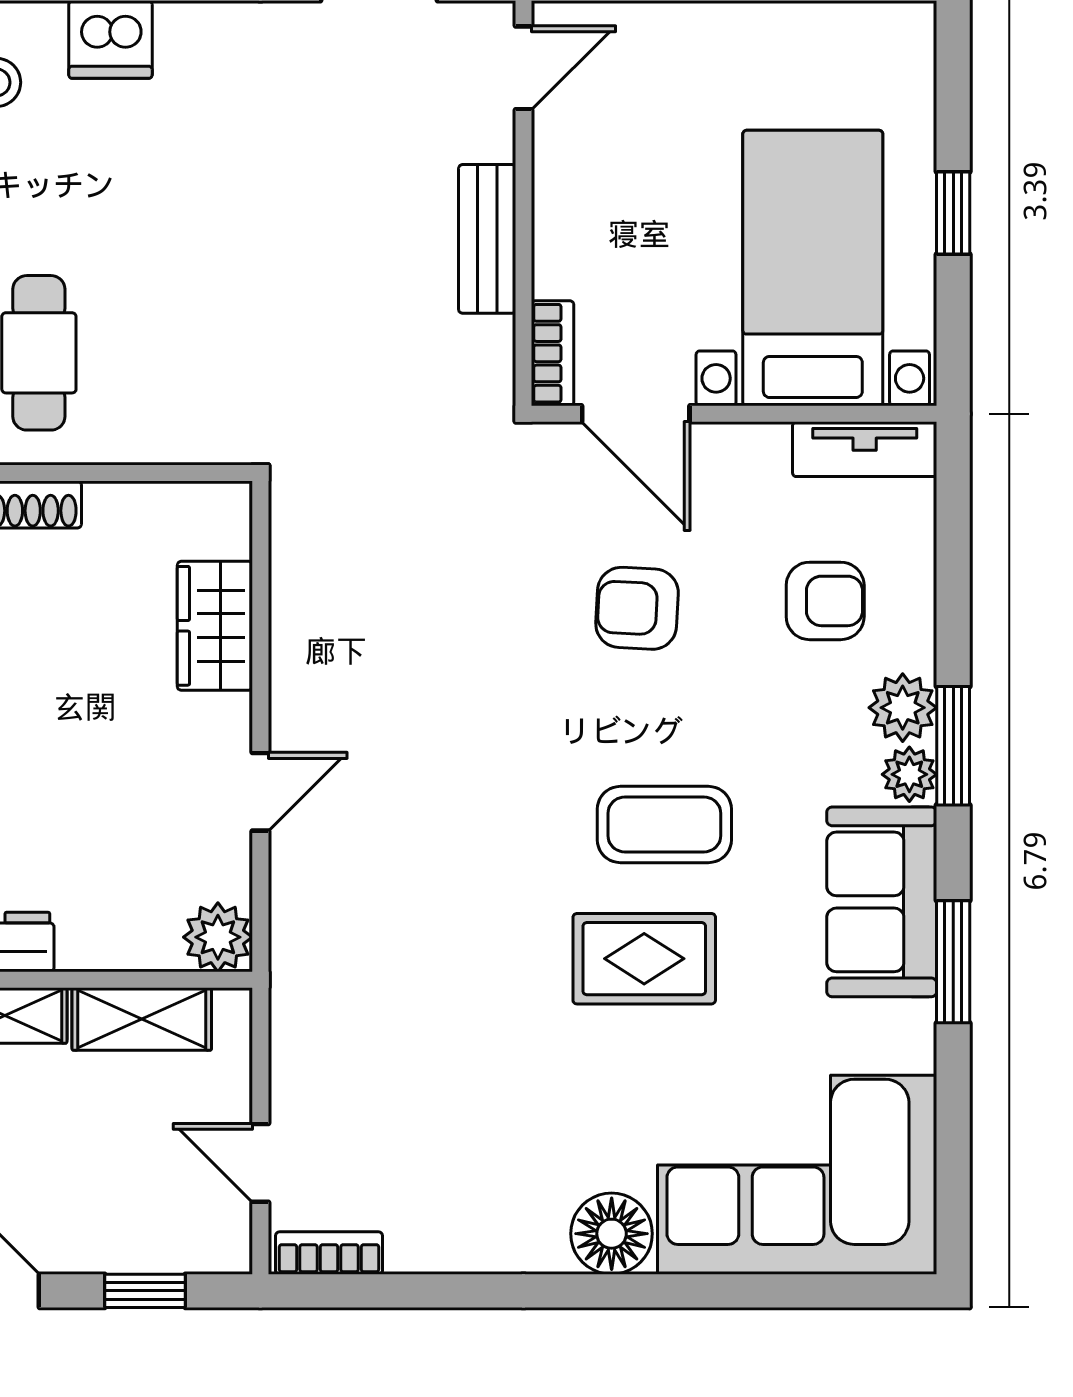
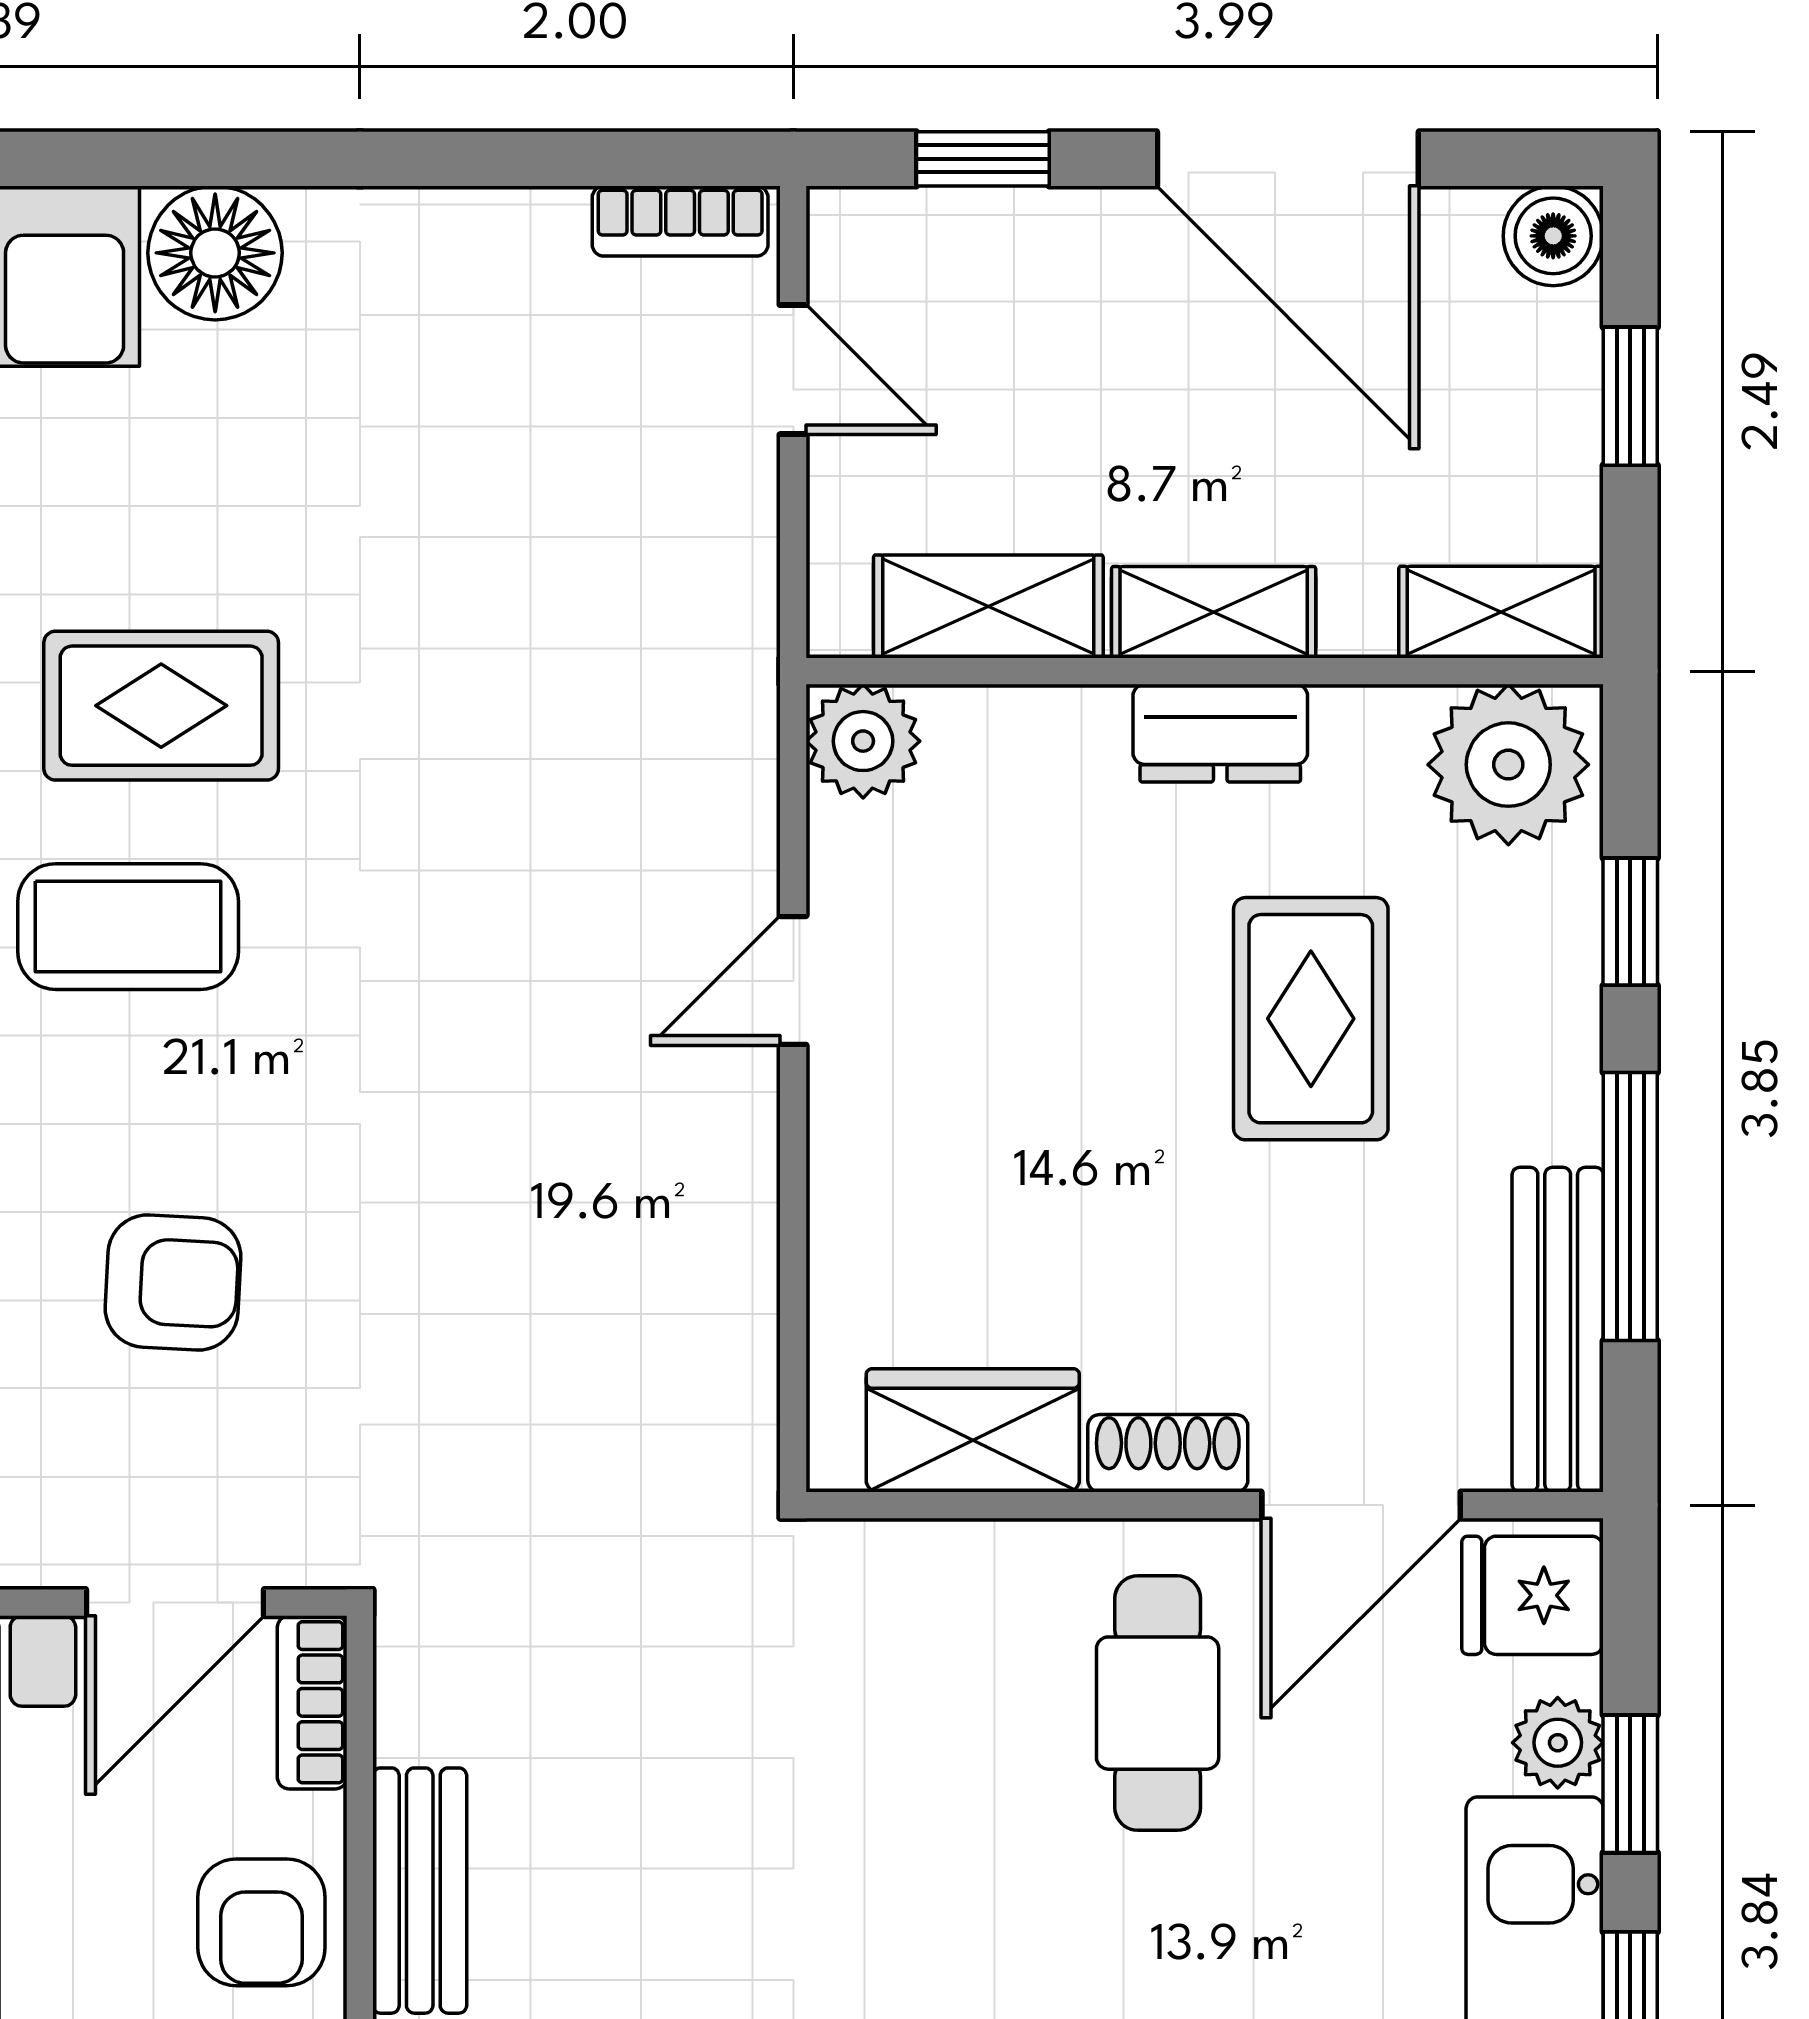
armchair: (583, 220) -> (261, 1922), added
door: (636, 414) -> (175, 1603), swing flipped
wardrobe: (215, 626) -> (973, 1430), moved, turned -90

